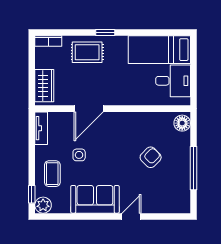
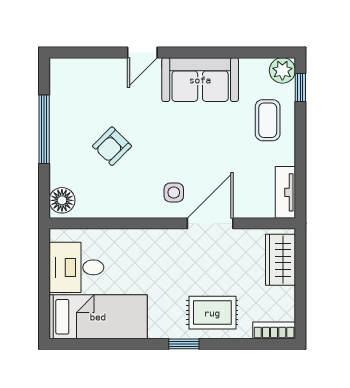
side table: (79, 155) -> (174, 192), moved

